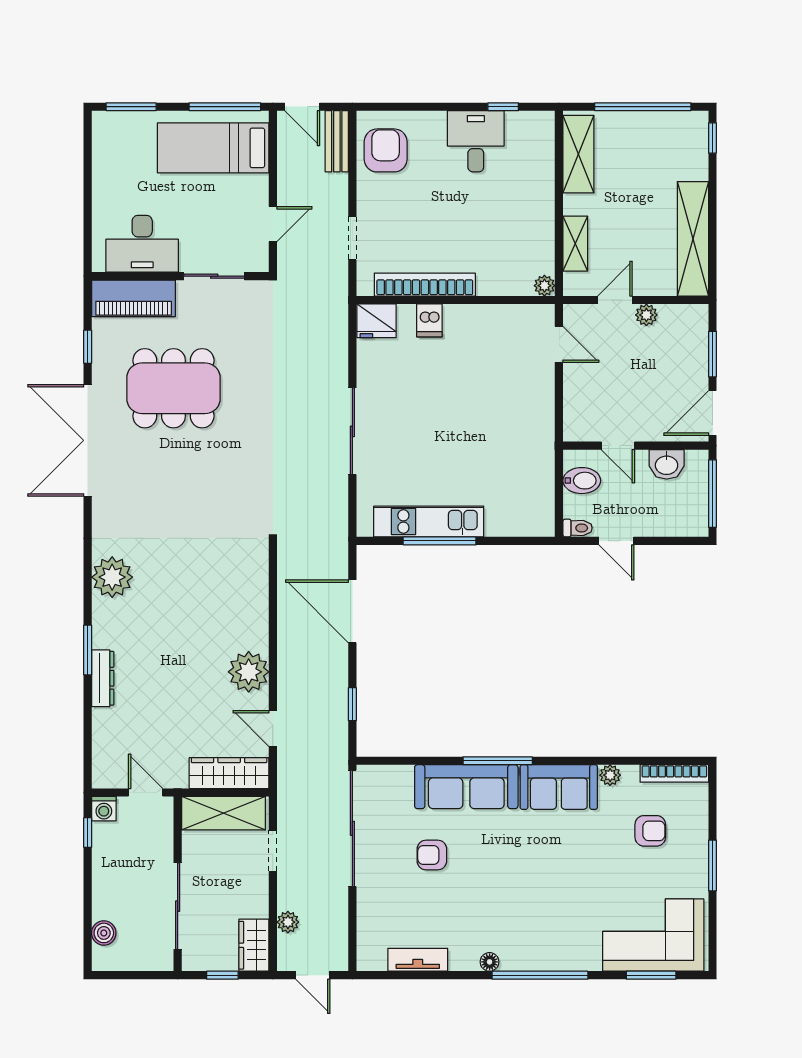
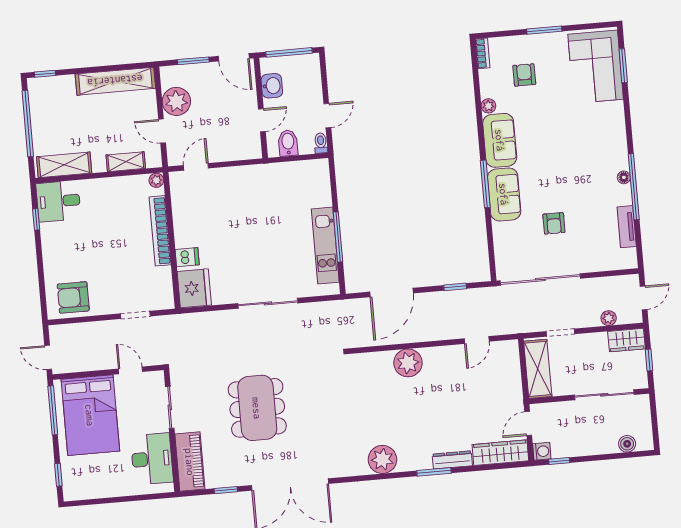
window: (131, 107) -> (58, 475), width x0.67
door: (302, 107) -> (48, 357), swing flipped
bench: (337, 141) -> (70, 331), removed
desk: (476, 141) -> (58, 201), moved
bed: (213, 148) -> (90, 415), width x1.50
bookcase: (425, 285) -> (160, 231), moved
plant: (646, 315) -> (176, 101), width x1.88, depth x1.88
fridge: (376, 321) -> (194, 288), width x1.36, depth x1.34
dining table: (173, 388) -> (257, 408), moved
plant: (249, 672) -> (408, 363), moved
wardrobe: (229, 773) -> (500, 453), moved, turned 90
bookcase: (674, 773) -> (483, 53), width x0.64
sofa: (466, 787) -> (504, 194), width x0.73
window: (540, 975) -> (634, 187), moved

